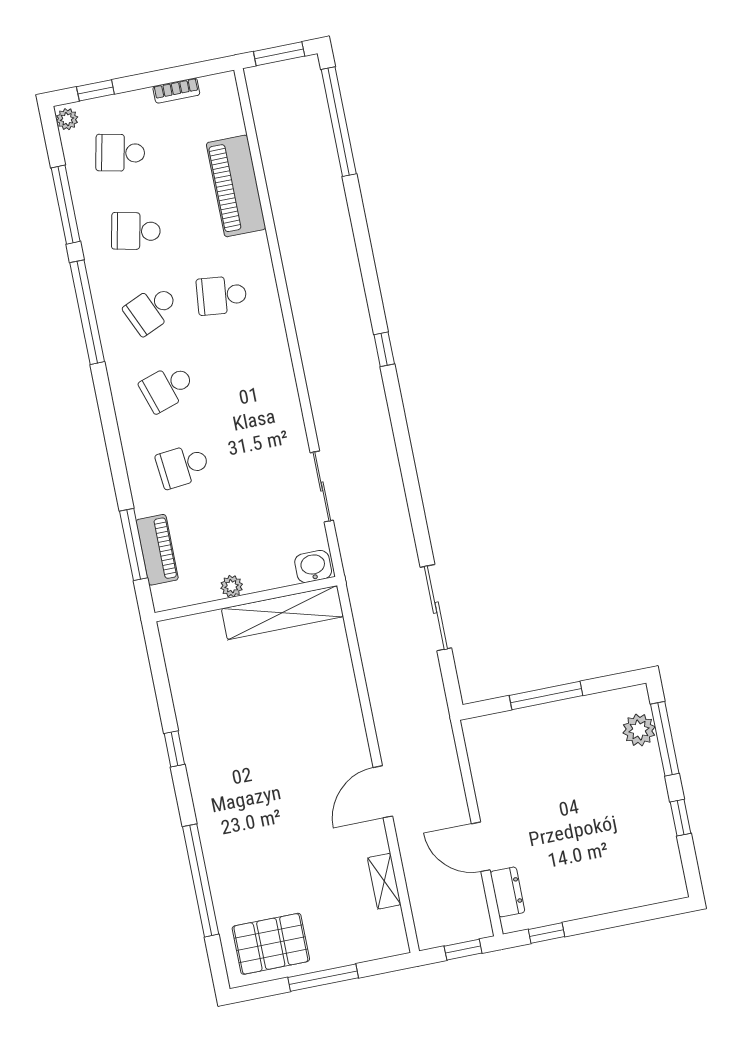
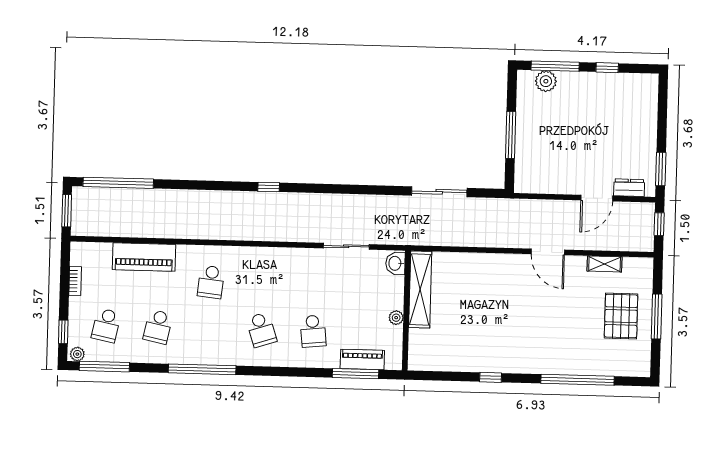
window: (66, 205) -> (104, 367), moved
school desk: (151, 309) -> (210, 328), removed
window: (546, 933) -> (661, 169), width x1.50
pallet: (271, 944) -> (621, 316), moved

